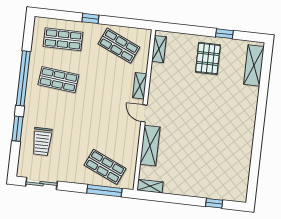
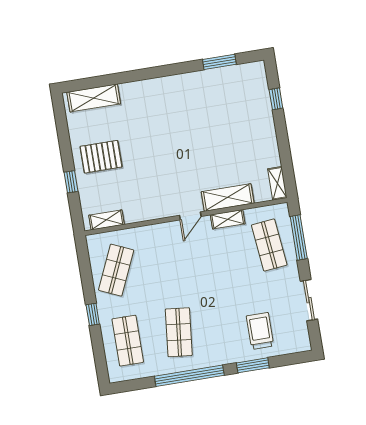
window: (224, 34) -> (71, 182), moved
shelving: (140, 86) -> (228, 219), moved
trolley: (42, 141) -> (260, 331), turned -90
shop shelf: (105, 167) -> (269, 245), turned -30
window: (254, 168) -> (219, 62), added
sliding door: (42, 184) -> (309, 300), moved

